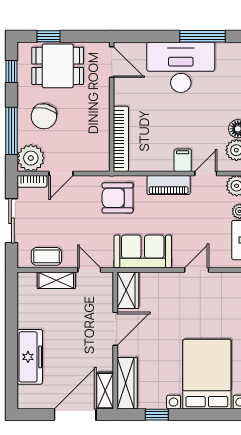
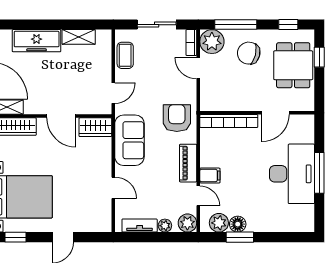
window: (203, 36) -> (319, 173), moved
door: (112, 62) -> (275, 113), moved
shelving: (56, 280) -> (79, 37), moved, turned 90

